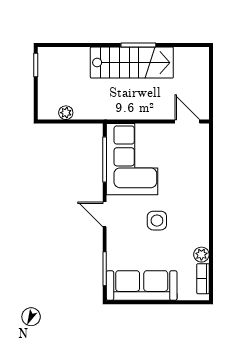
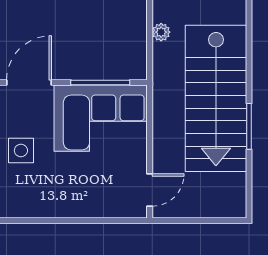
stairs: (132, 63) -> (216, 98), width x1.36, depth x1.51
door: (105, 214) -> (29, 83), width x1.38

